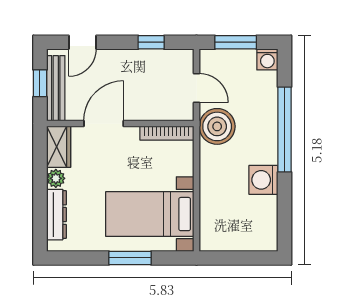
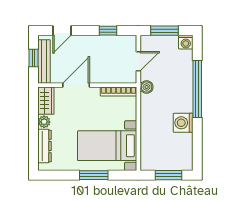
door: (197, 88) -> (138, 61), hinge flipped
boiler: (217, 126) -> (147, 87), width x0.54, depth x0.54
window: (242, 258) -> (168, 175), added

